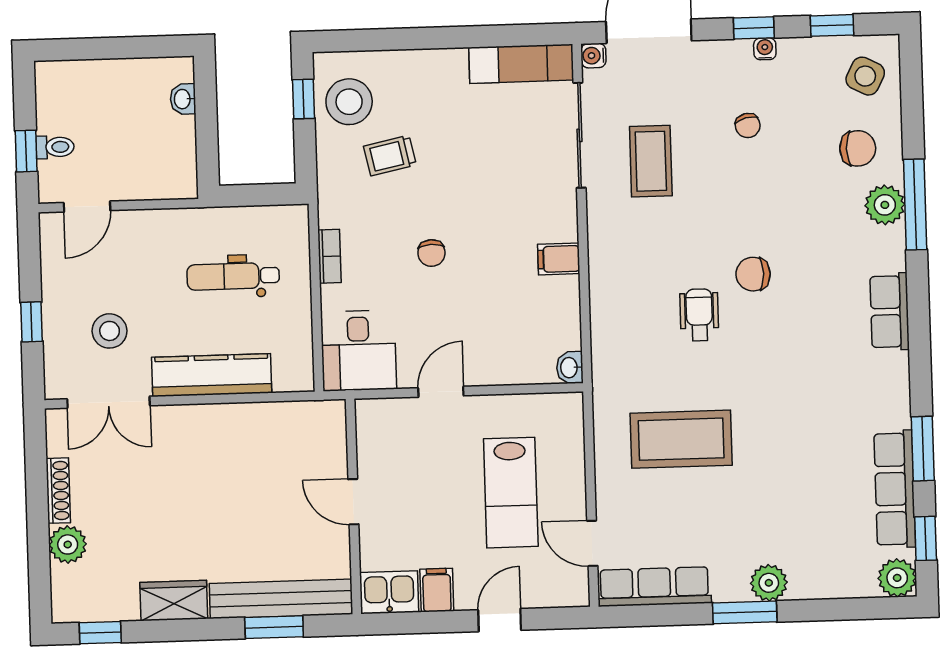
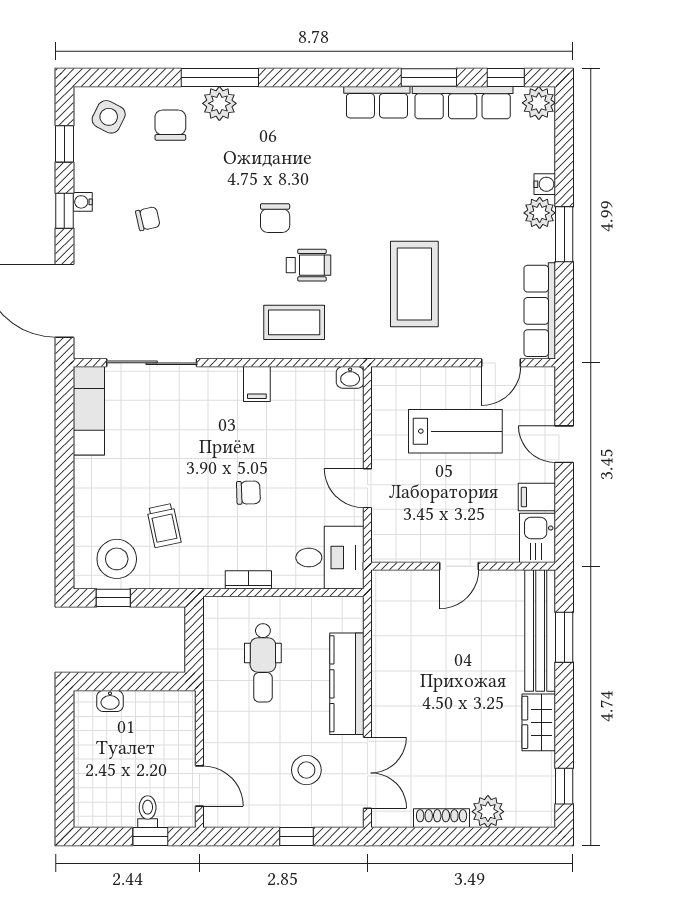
water cooler: (593, 56) -> (545, 184), moved, turned -90
coffee table: (651, 161) -> (294, 322), moved
row of seats: (890, 312) -> (377, 102), moved
wheelchair: (699, 315) -> (308, 265), turned 180

